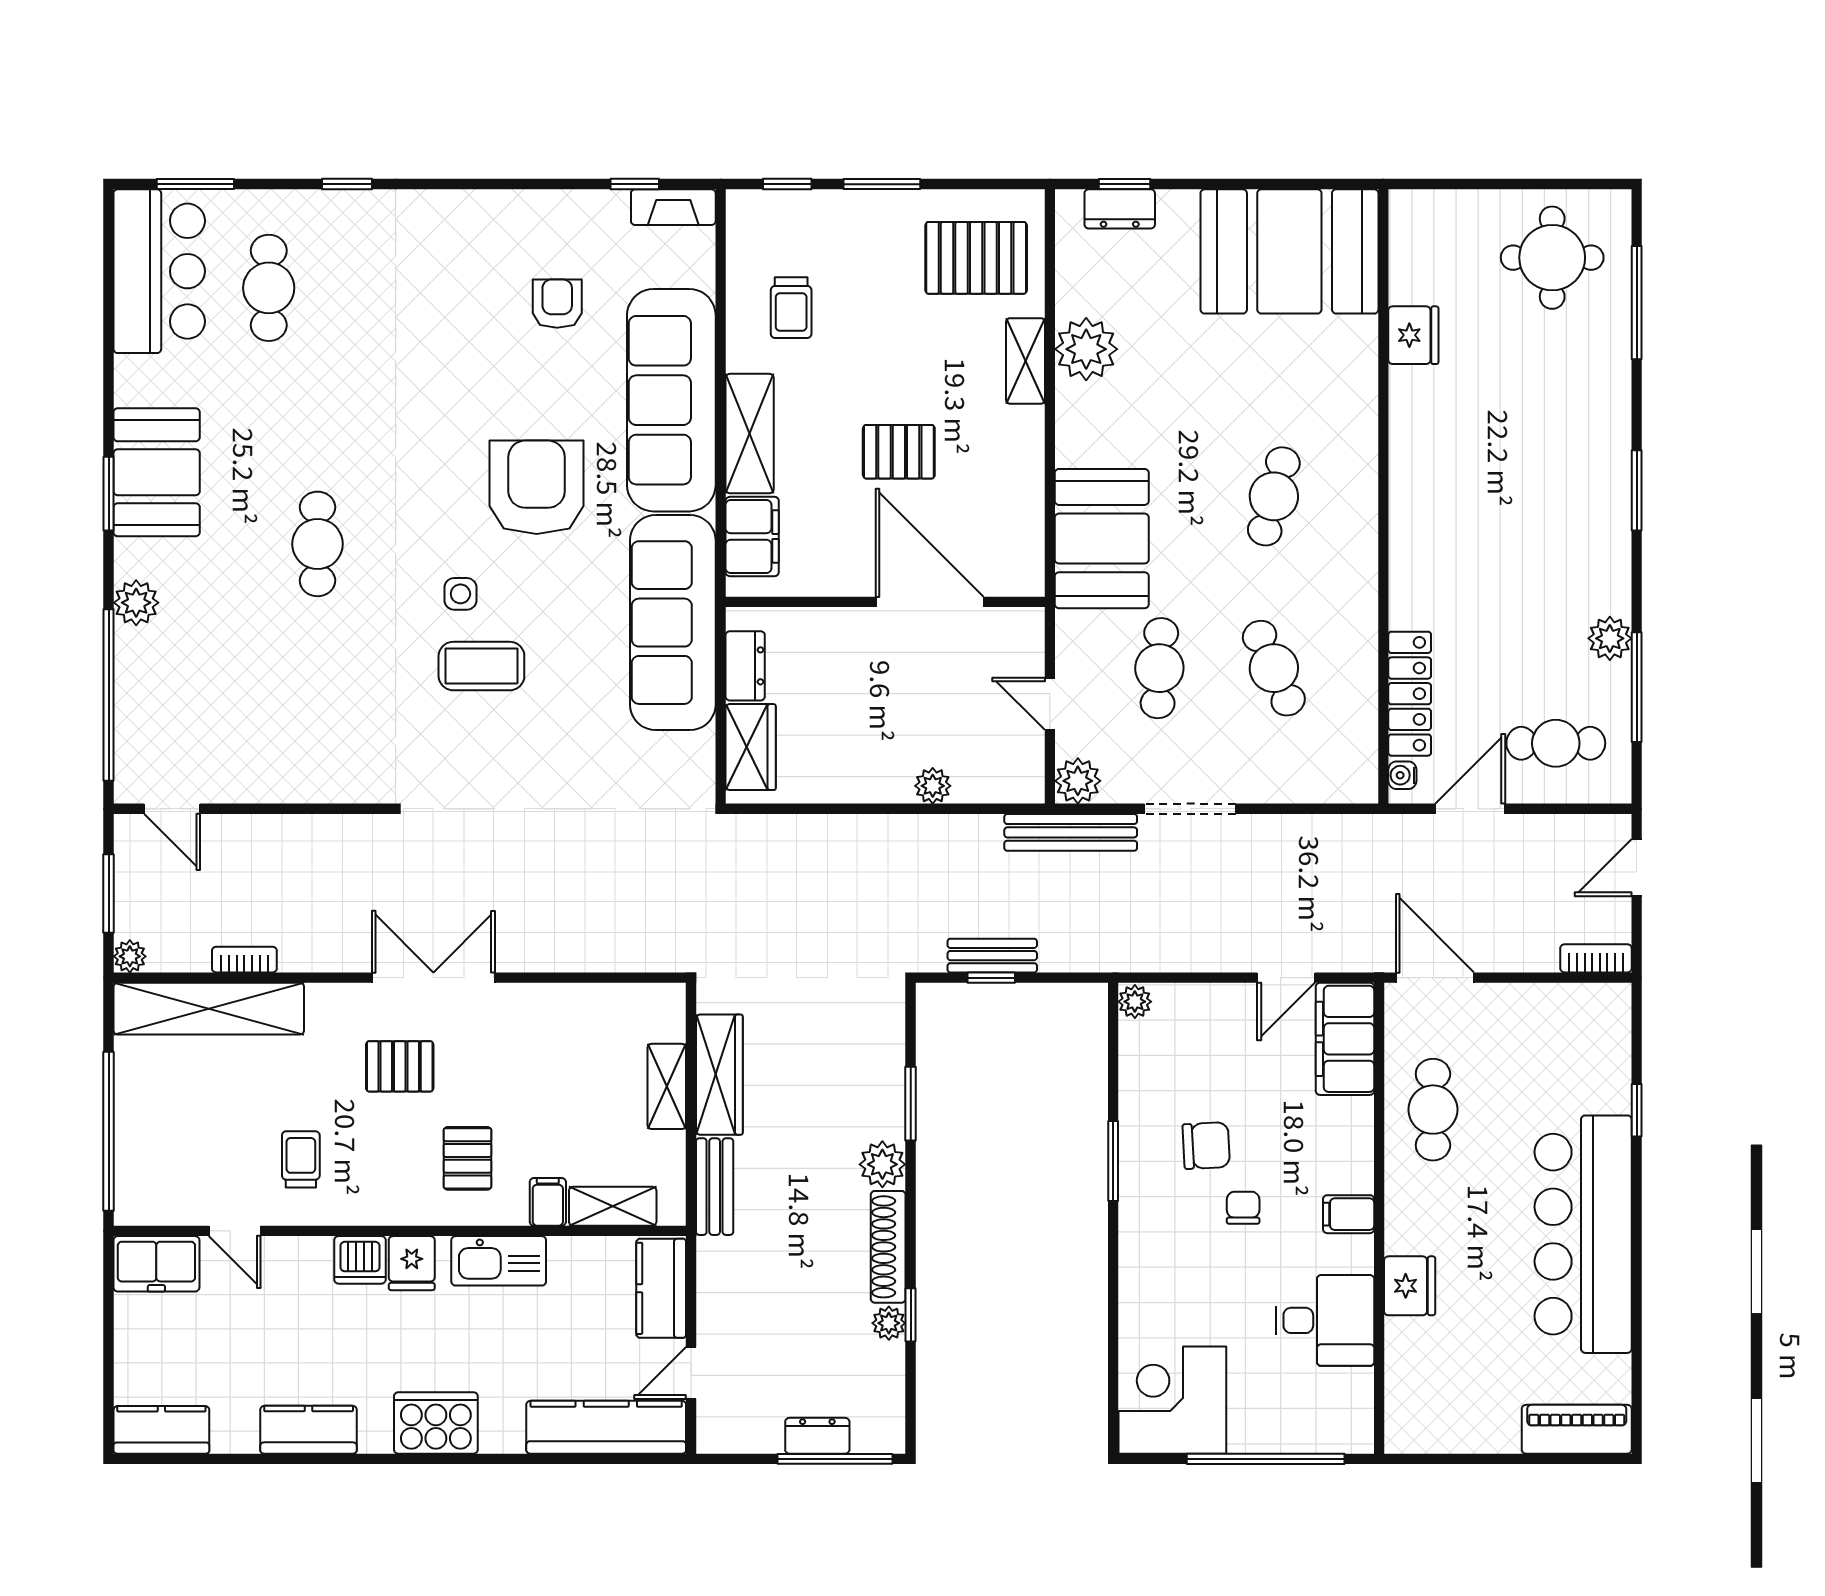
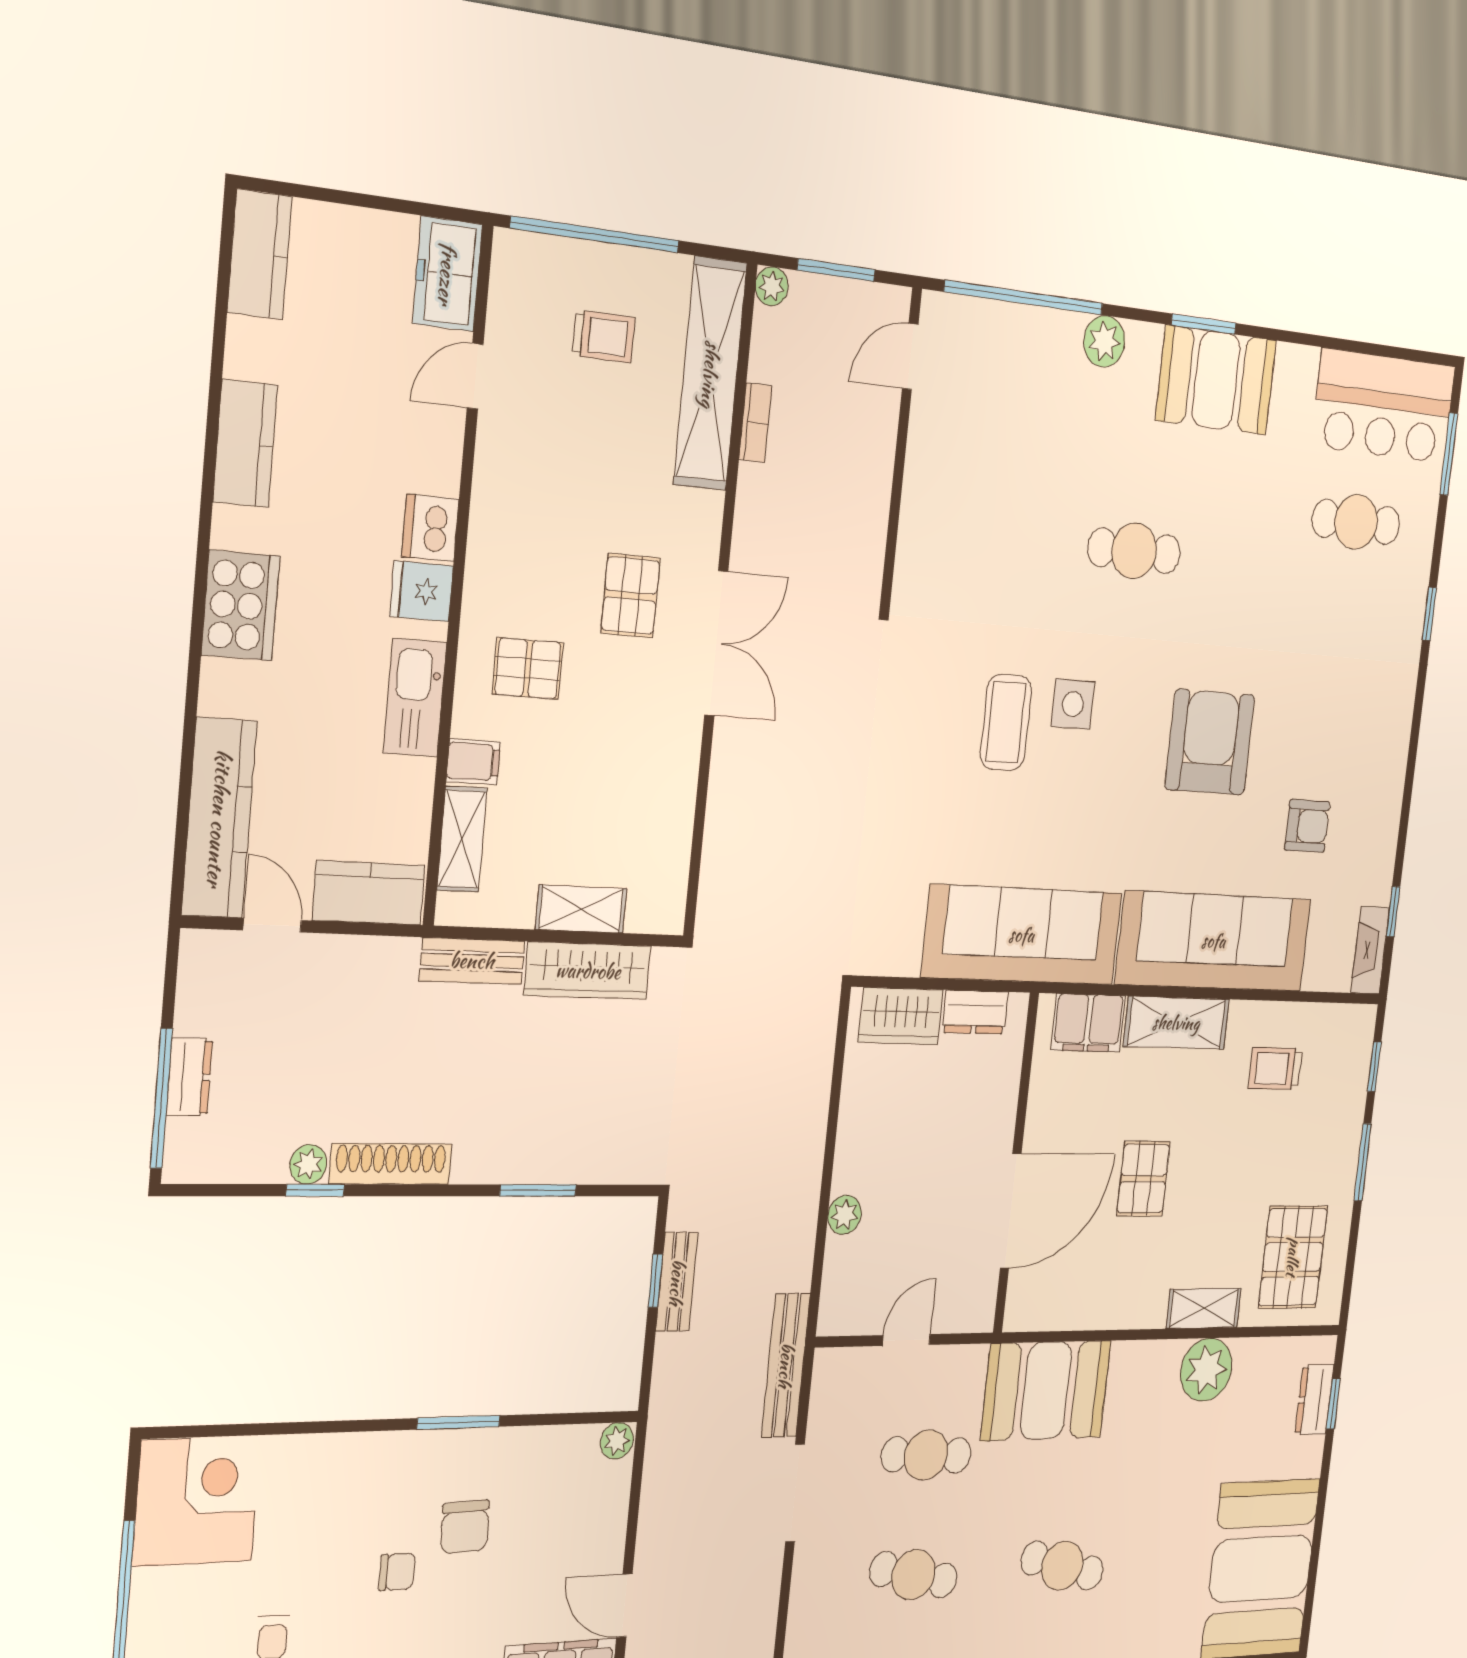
armchair: (537, 487) -> (1210, 742), moved, turned -90
side table: (460, 594) -> (1073, 704), width x1.37, depth x1.37
cafe table: (1274, 668) -> (913, 1575), turned 36
plant: (1078, 781) -> (833, 1372), removed
trolley: (301, 1159) -> (604, 336), moved
plant: (882, 1164) -> (478, 1158), removed

